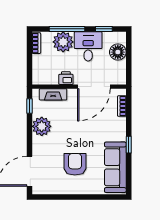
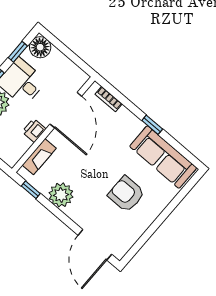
floor lamp: (118, 52) -> (40, 47), moved

